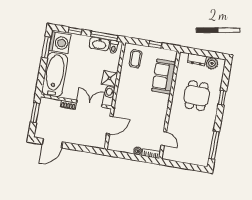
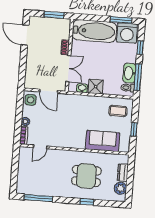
side table: (117, 144) -> (31, 100), added

